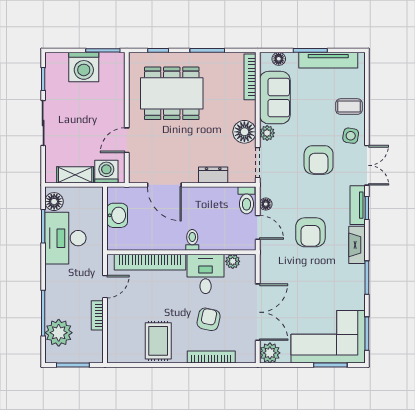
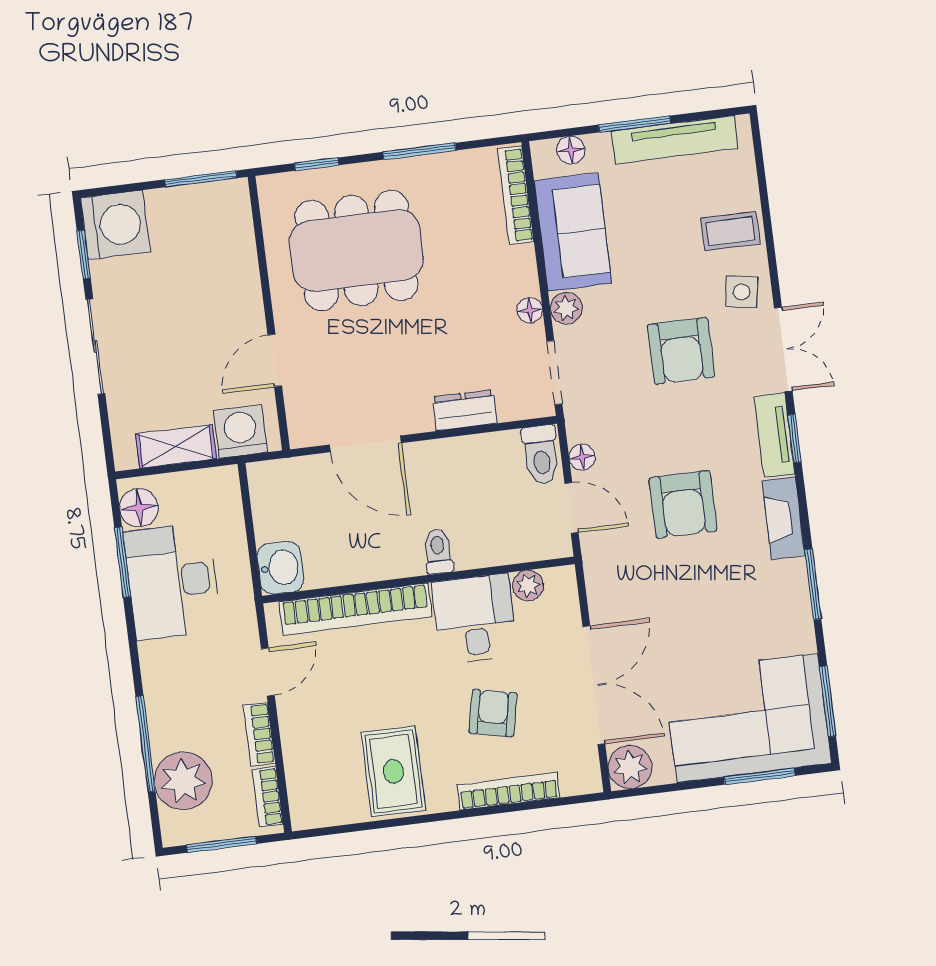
washing machine: (84, 67) -> (115, 225), moved, turned -90
floor lamp: (244, 132) -> (530, 310), width x0.53, depth x0.53
washbasin: (117, 215) -> (280, 568), moved
bookcase: (98, 345) -> (268, 797), added

